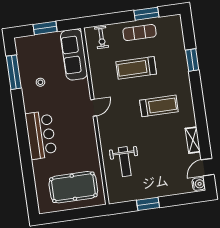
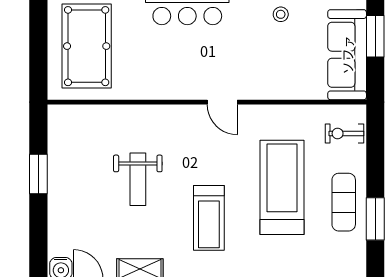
sofa: (74, 55) -> (347, 55), moved, turned -90
treadmill: (136, 68) -> (282, 187), width x1.37, depth x1.38
weight bench: (125, 162) -> (138, 179), moved, turned -90

